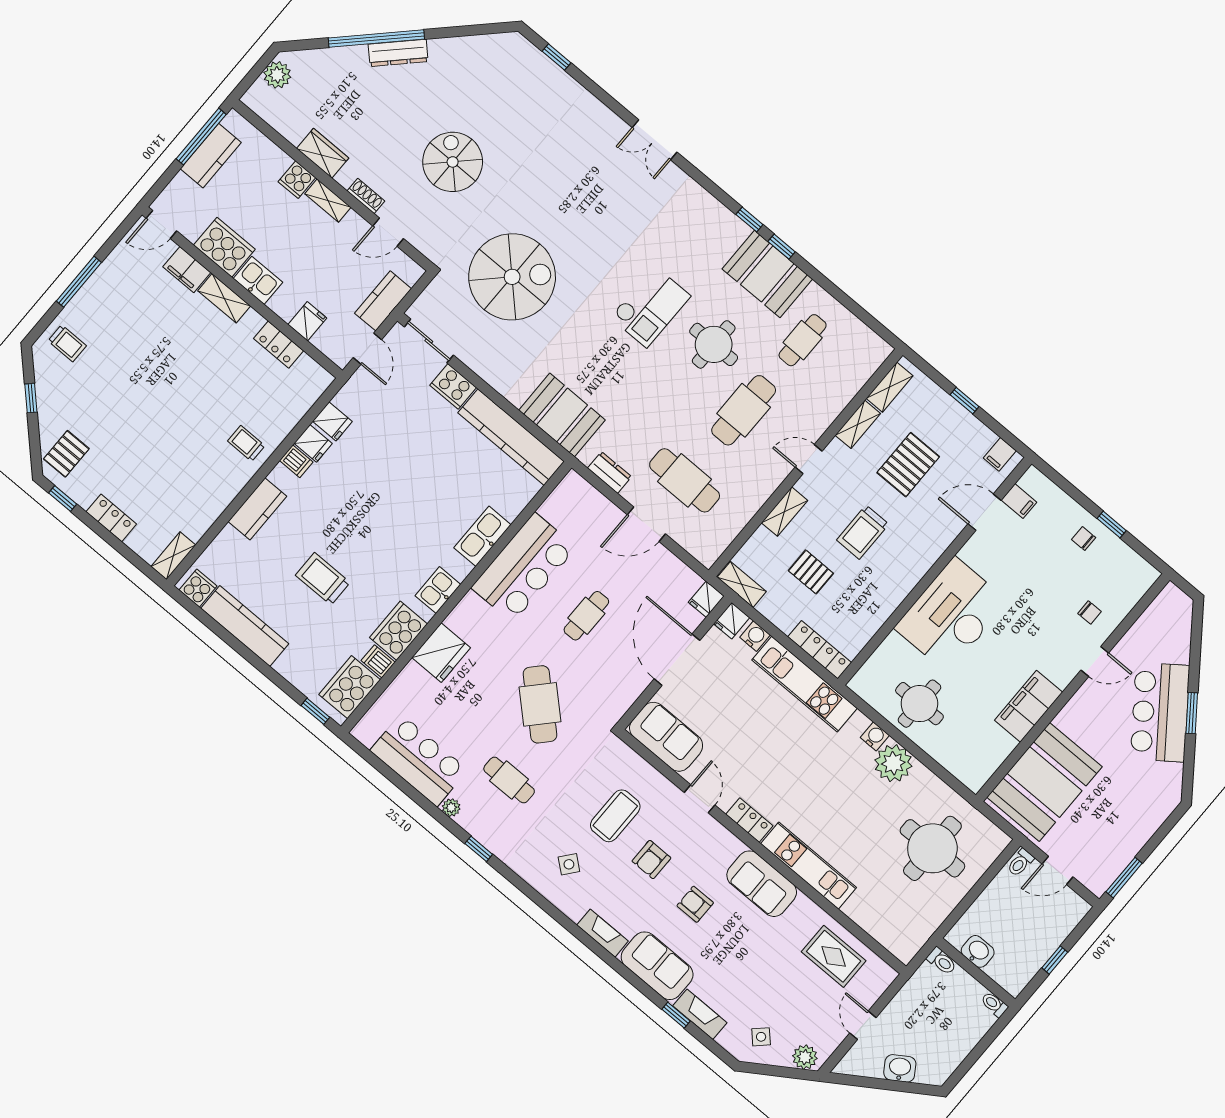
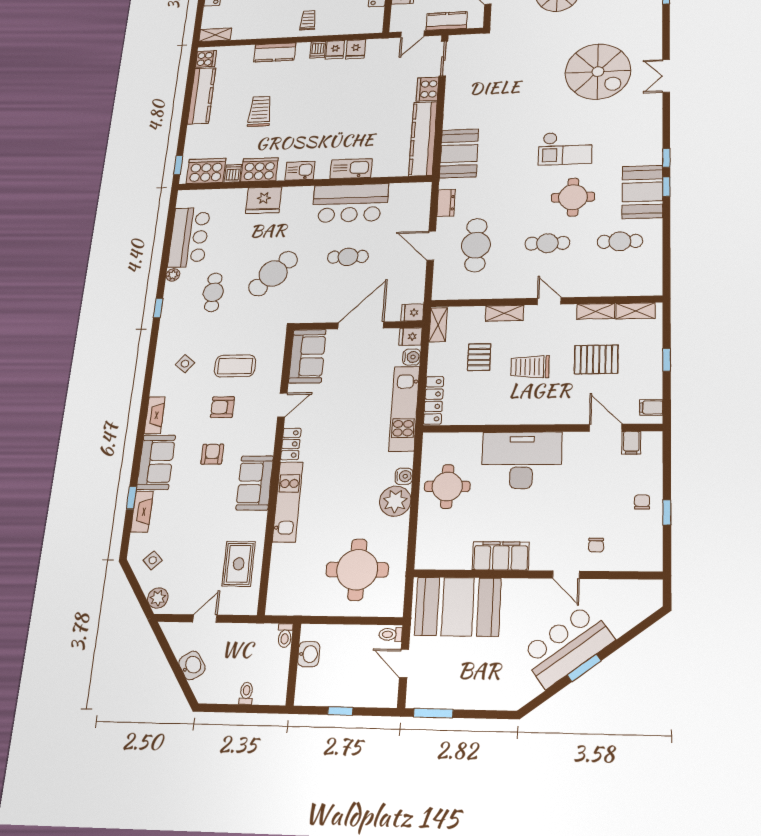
spiral stairs: (512, 277) -> (598, 72), moved
cafe table: (744, 410) -> (547, 243), width x0.73, depth x0.74
toilet: (994, 1004) -> (246, 693), moved

